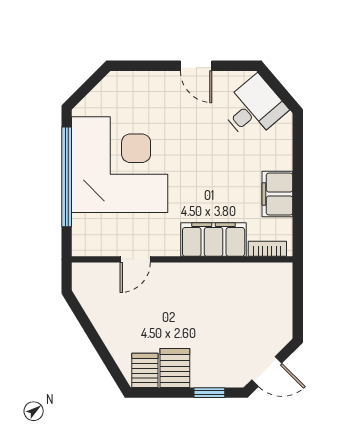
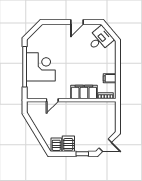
door: (196, 66) -> (77, 22), hinge flipped
corner desk: (120, 165) -> (41, 67), width x0.74, depth x0.74
filing cabinet: (277, 194) -> (110, 78), width x0.50

